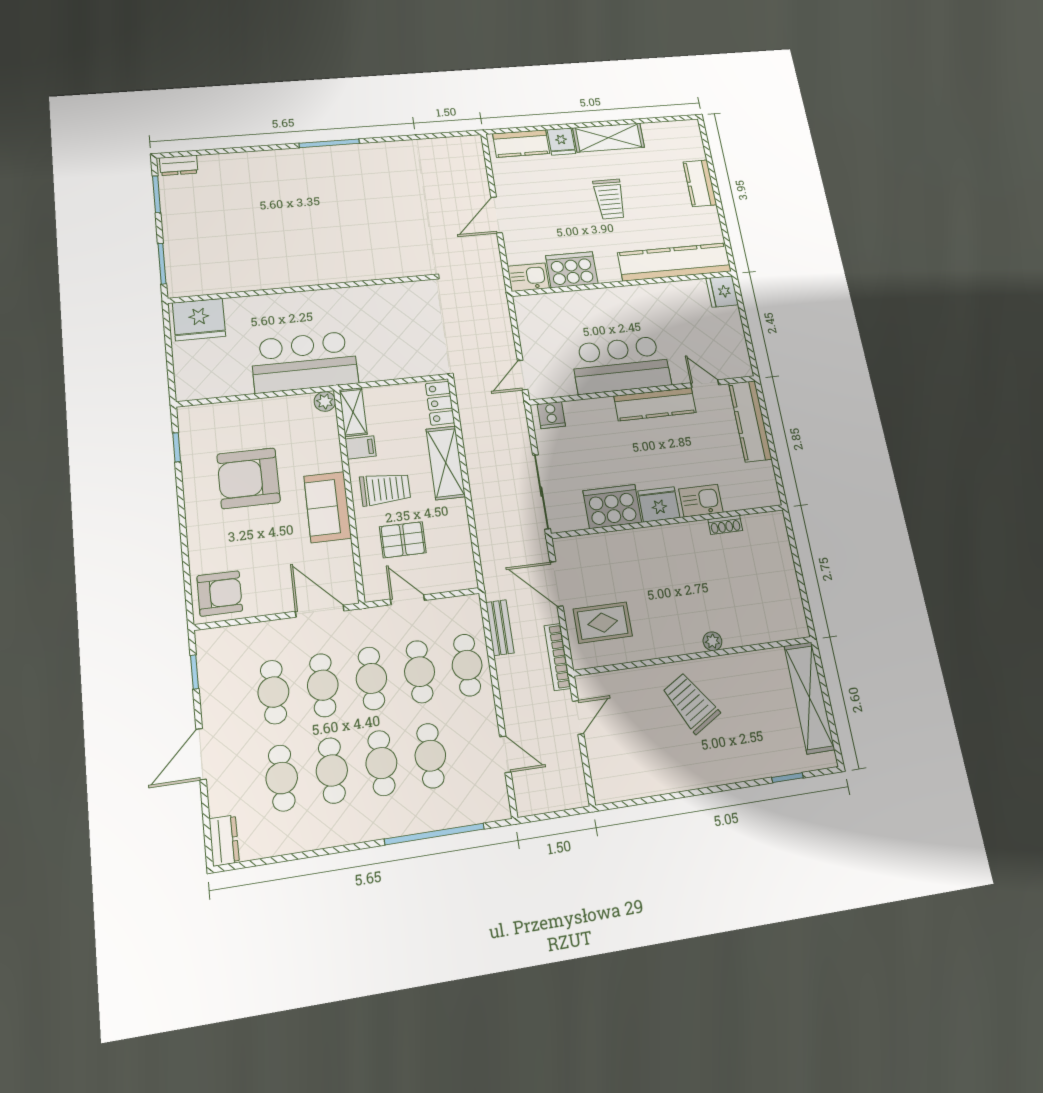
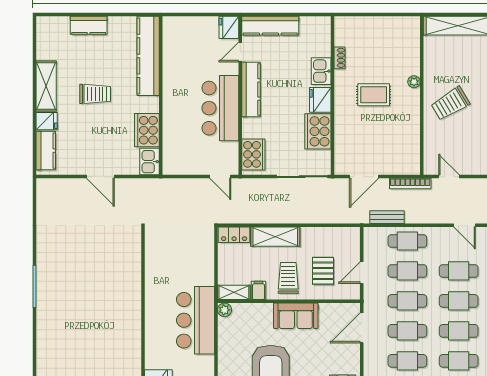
fridge: (722, 291) -> (229, 27), moved, turned 90
cooker: (551, 415) -> (253, 154), width x1.87, depth x1.31
rug: (603, 623) -> (374, 95), moved, turned 90
door: (505, 754) -> (465, 225), swing flipped

